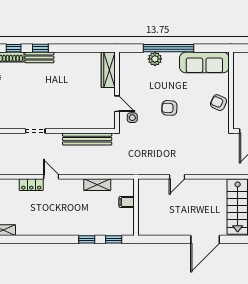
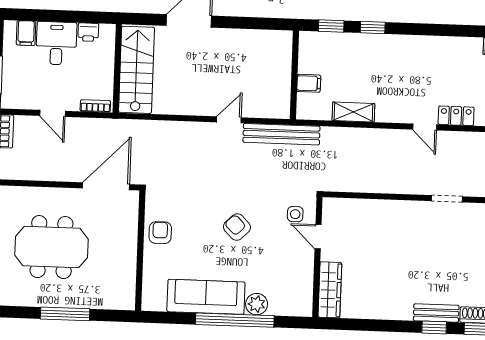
sofa: (204, 62) -> (206, 297), moved
armchair: (219, 103) -> (160, 233), turned -114
armchair: (169, 108) -> (237, 227), turned -137
bench: (87, 139) -> (281, 134), moved

